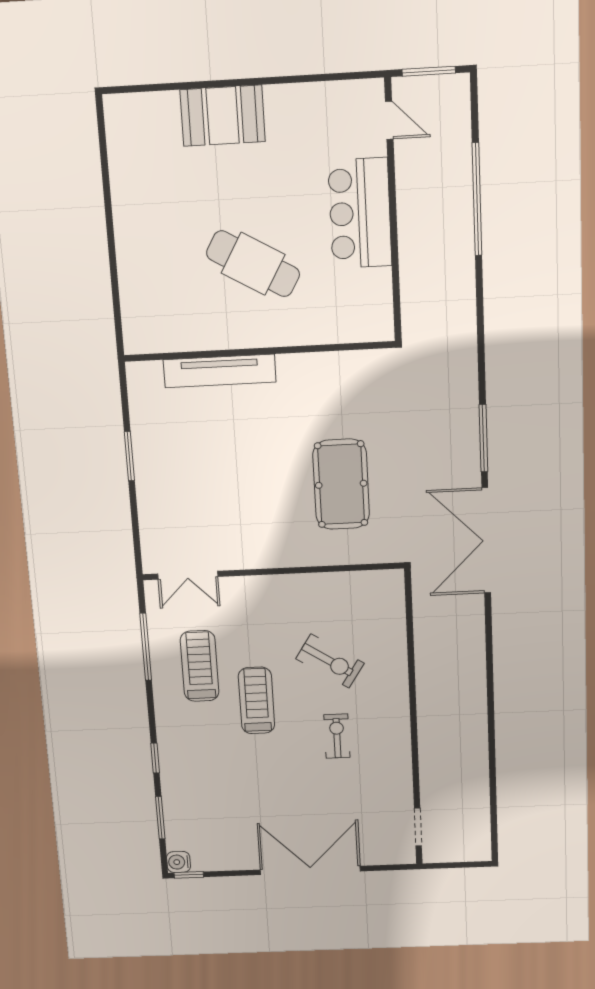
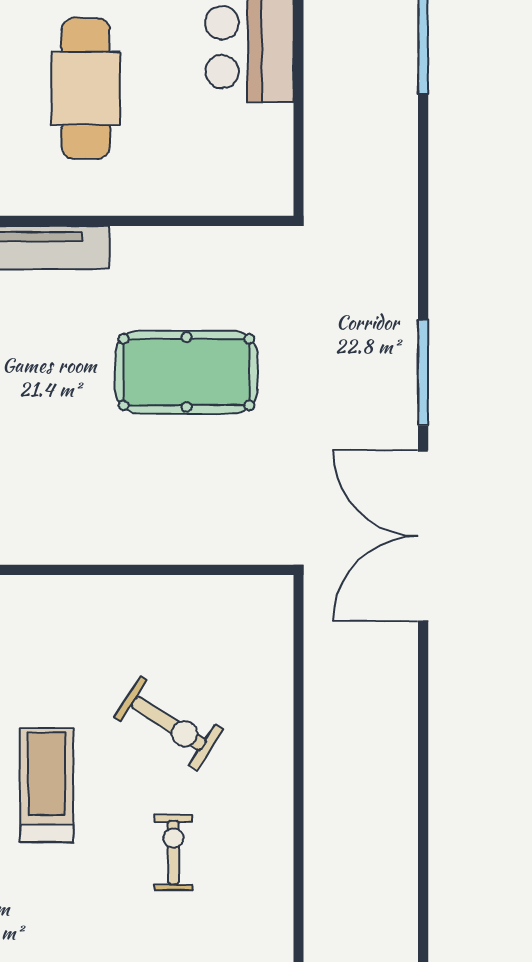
cafe table: (253, 264) -> (86, 88), turned 60
pool table: (341, 484) -> (186, 372), moved, turned 90

